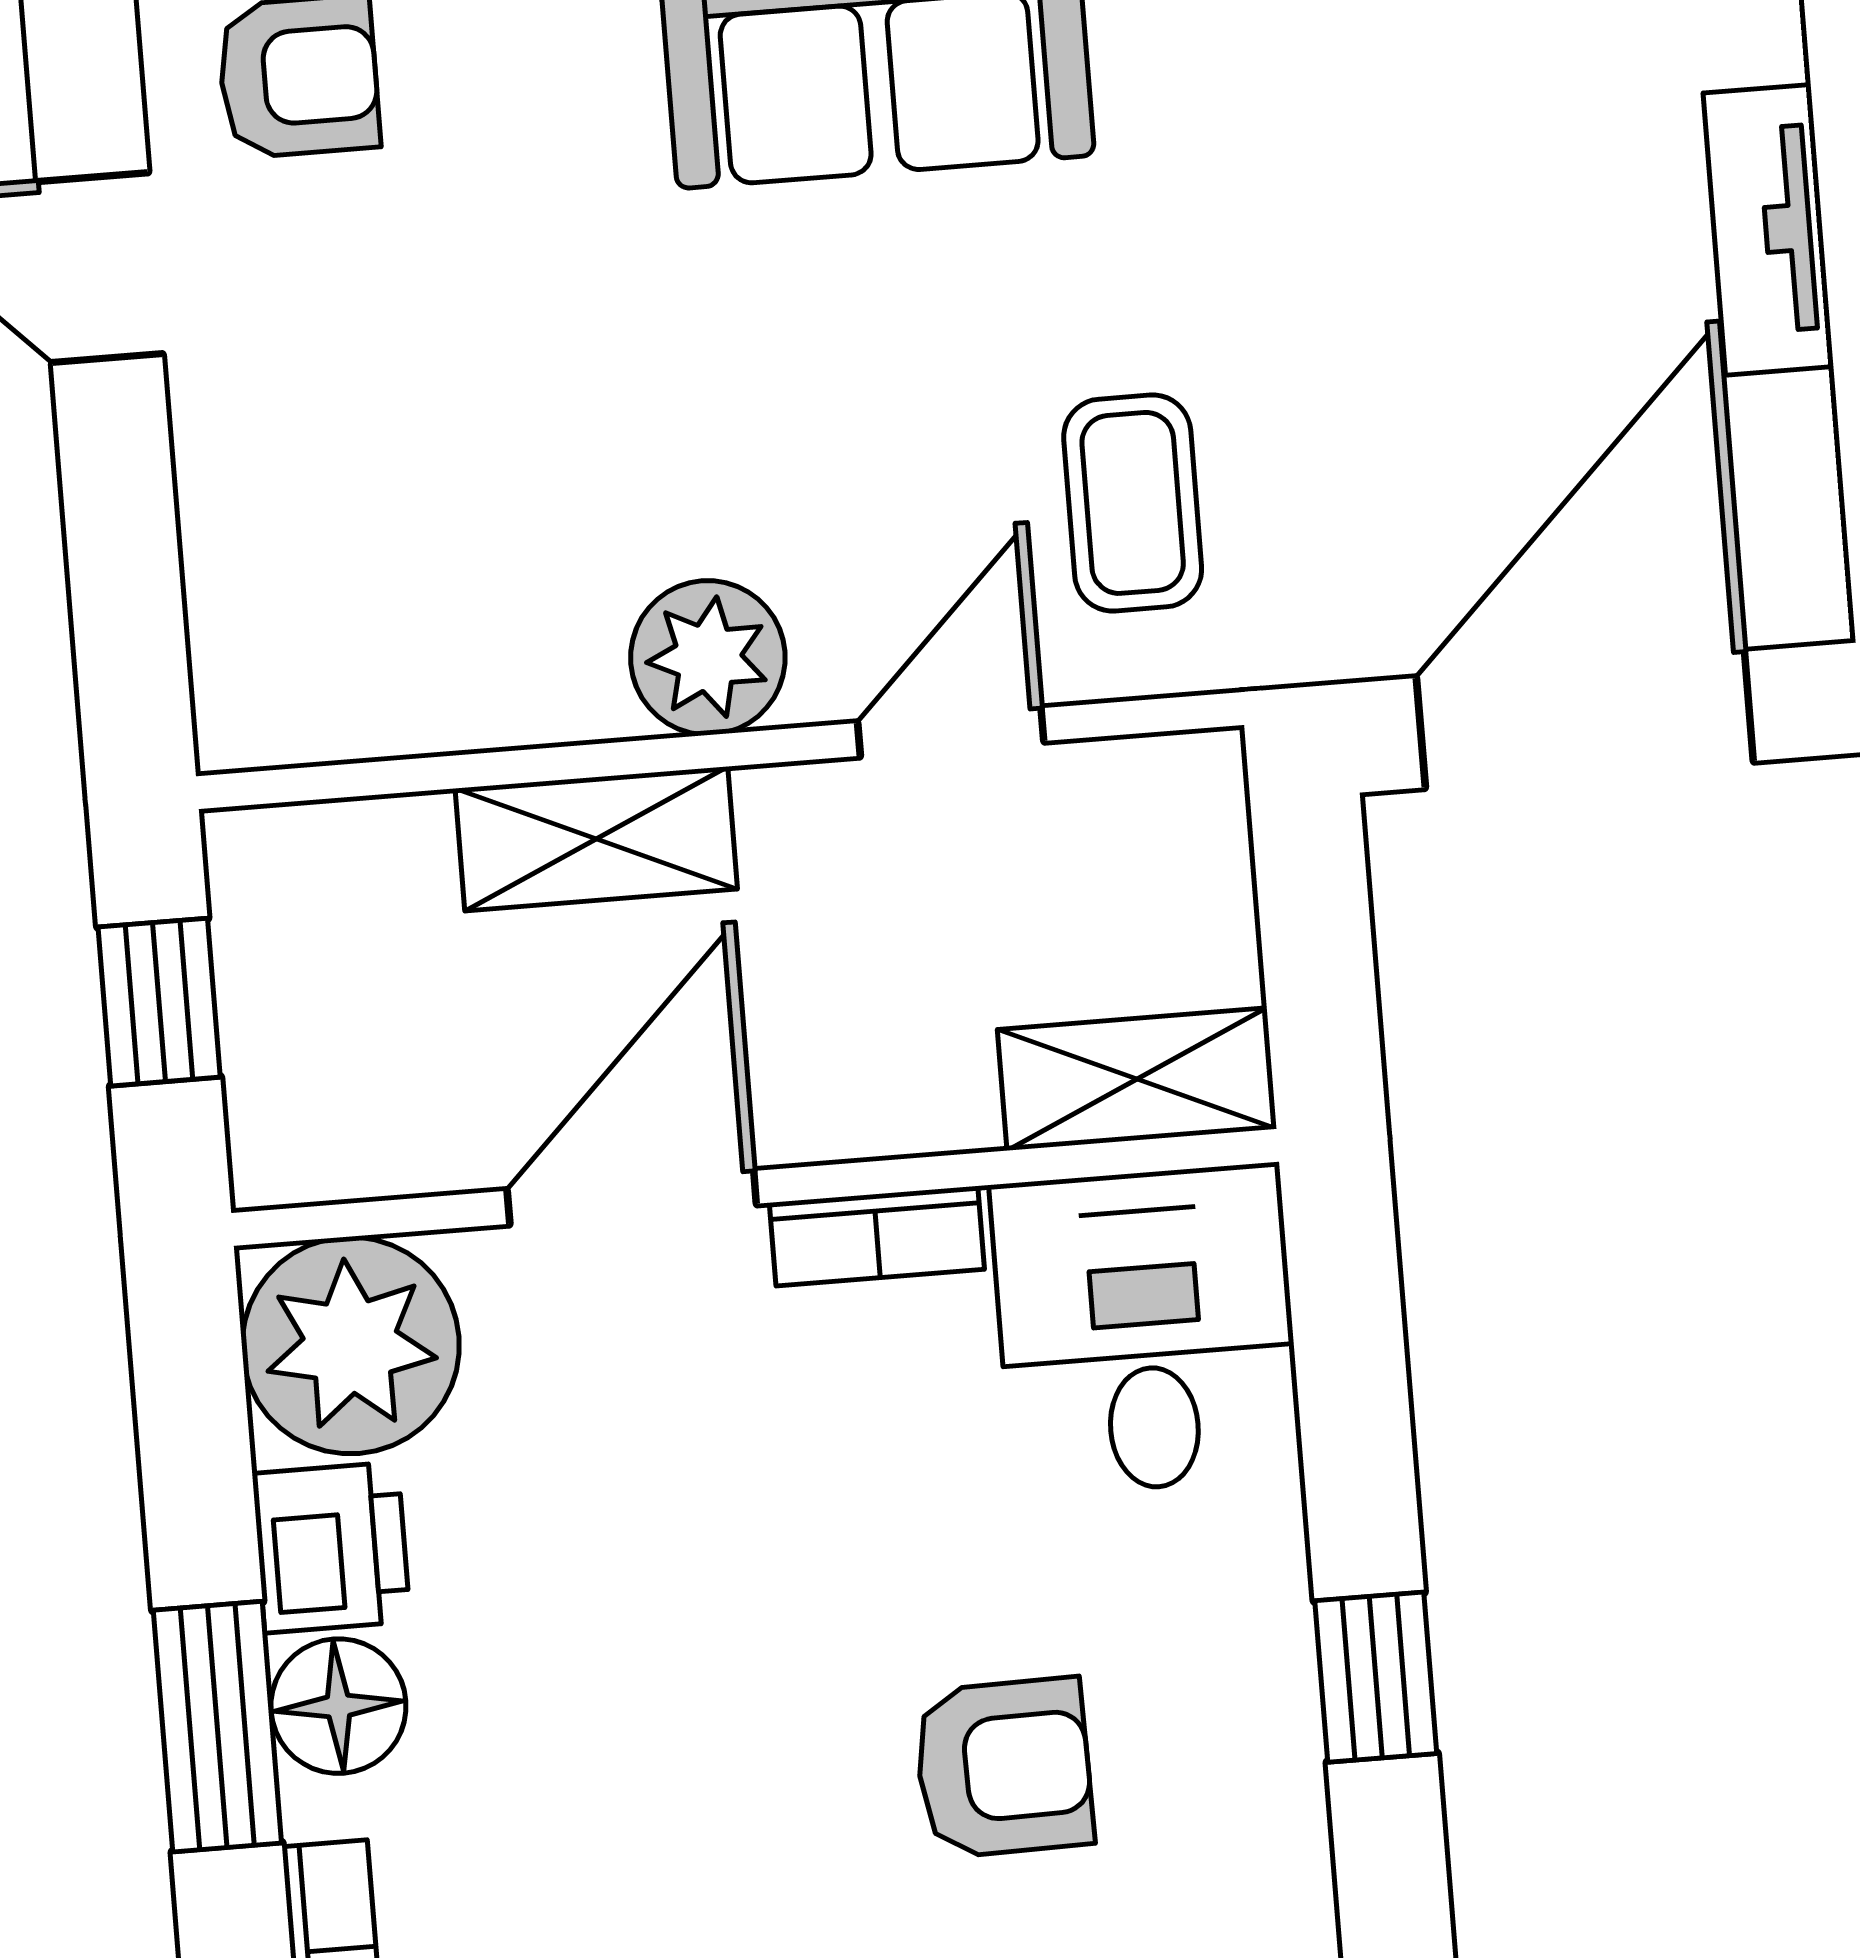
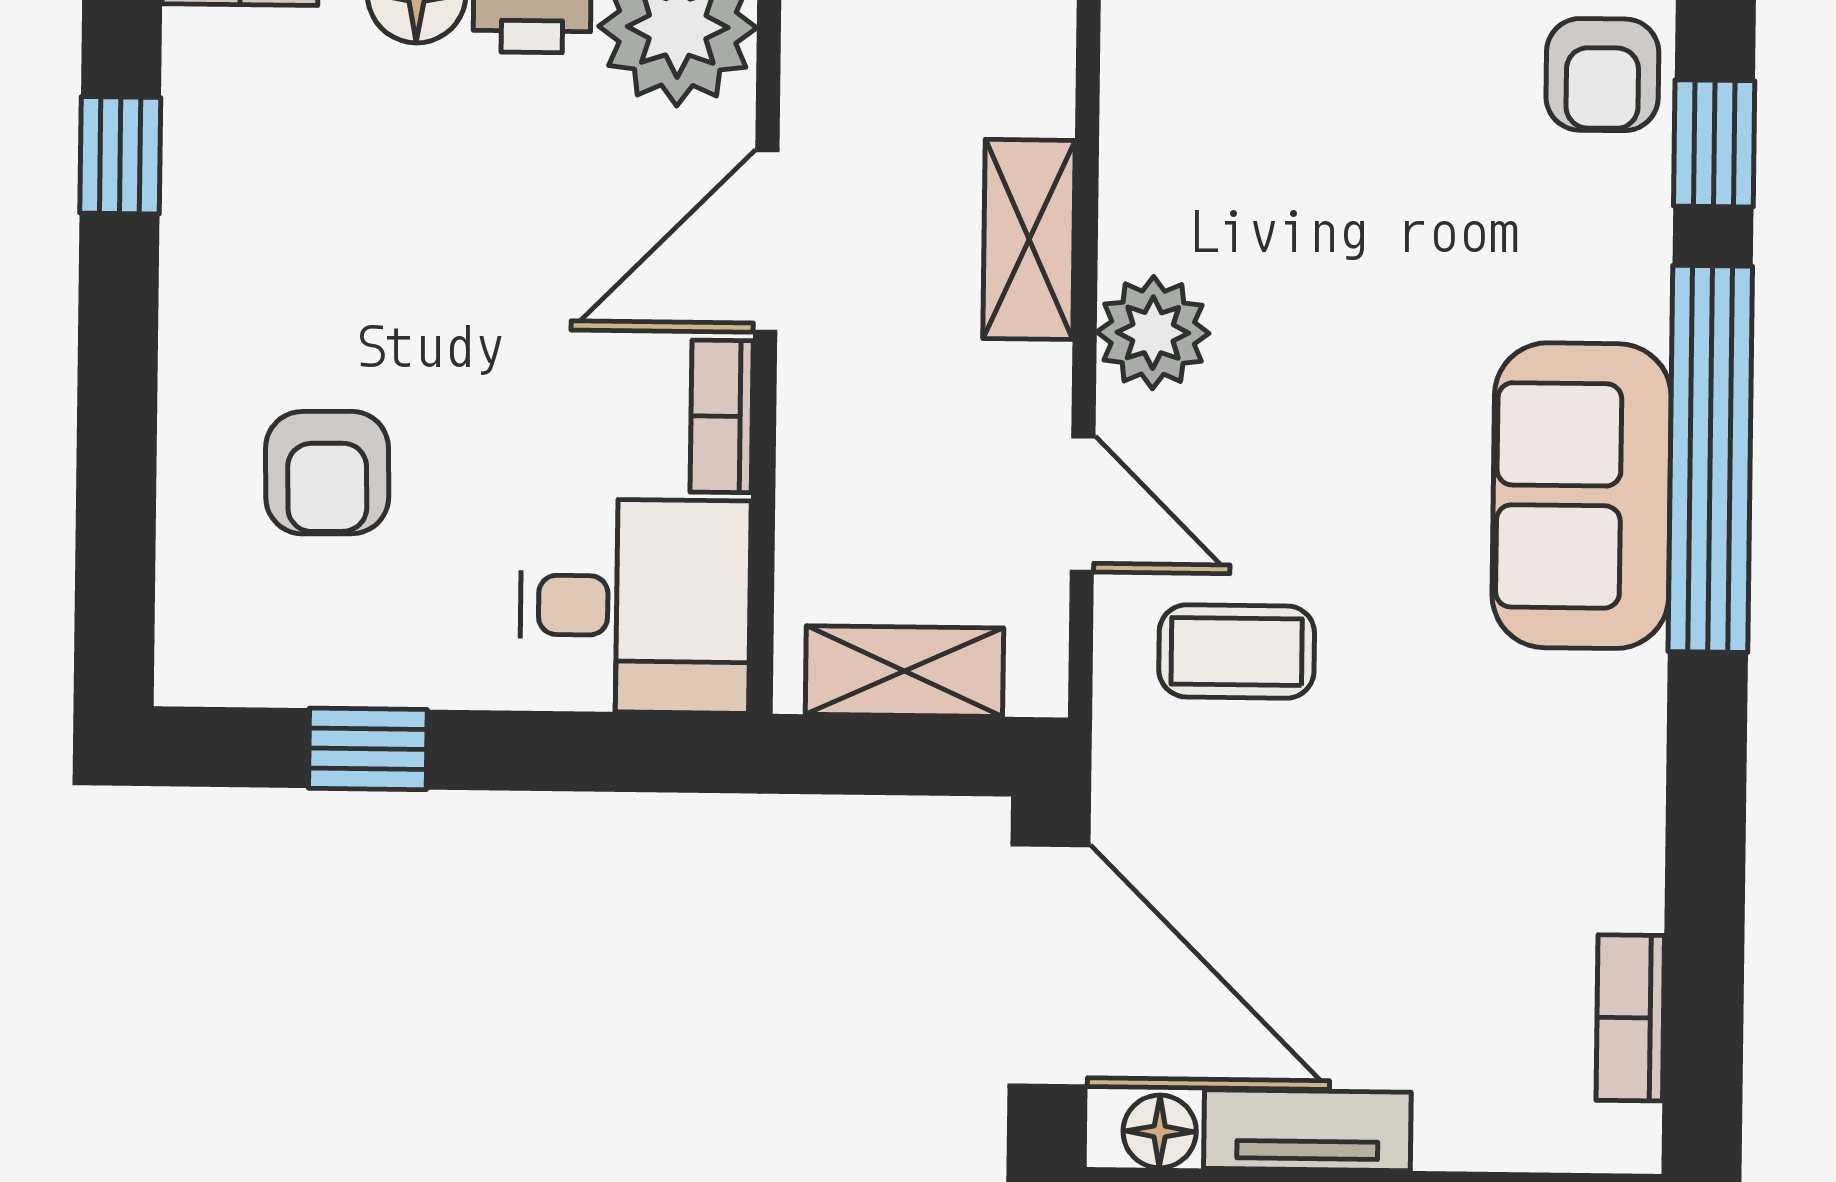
tv unit: (1768, 230) -> (1307, 1130), moved
floor lamp: (1798, 547) -> (1160, 1131), added
shelving: (1137, 1079) -> (904, 671), moved, turned 90
door: (632, 1197) -> (766, 241), swing flipped

